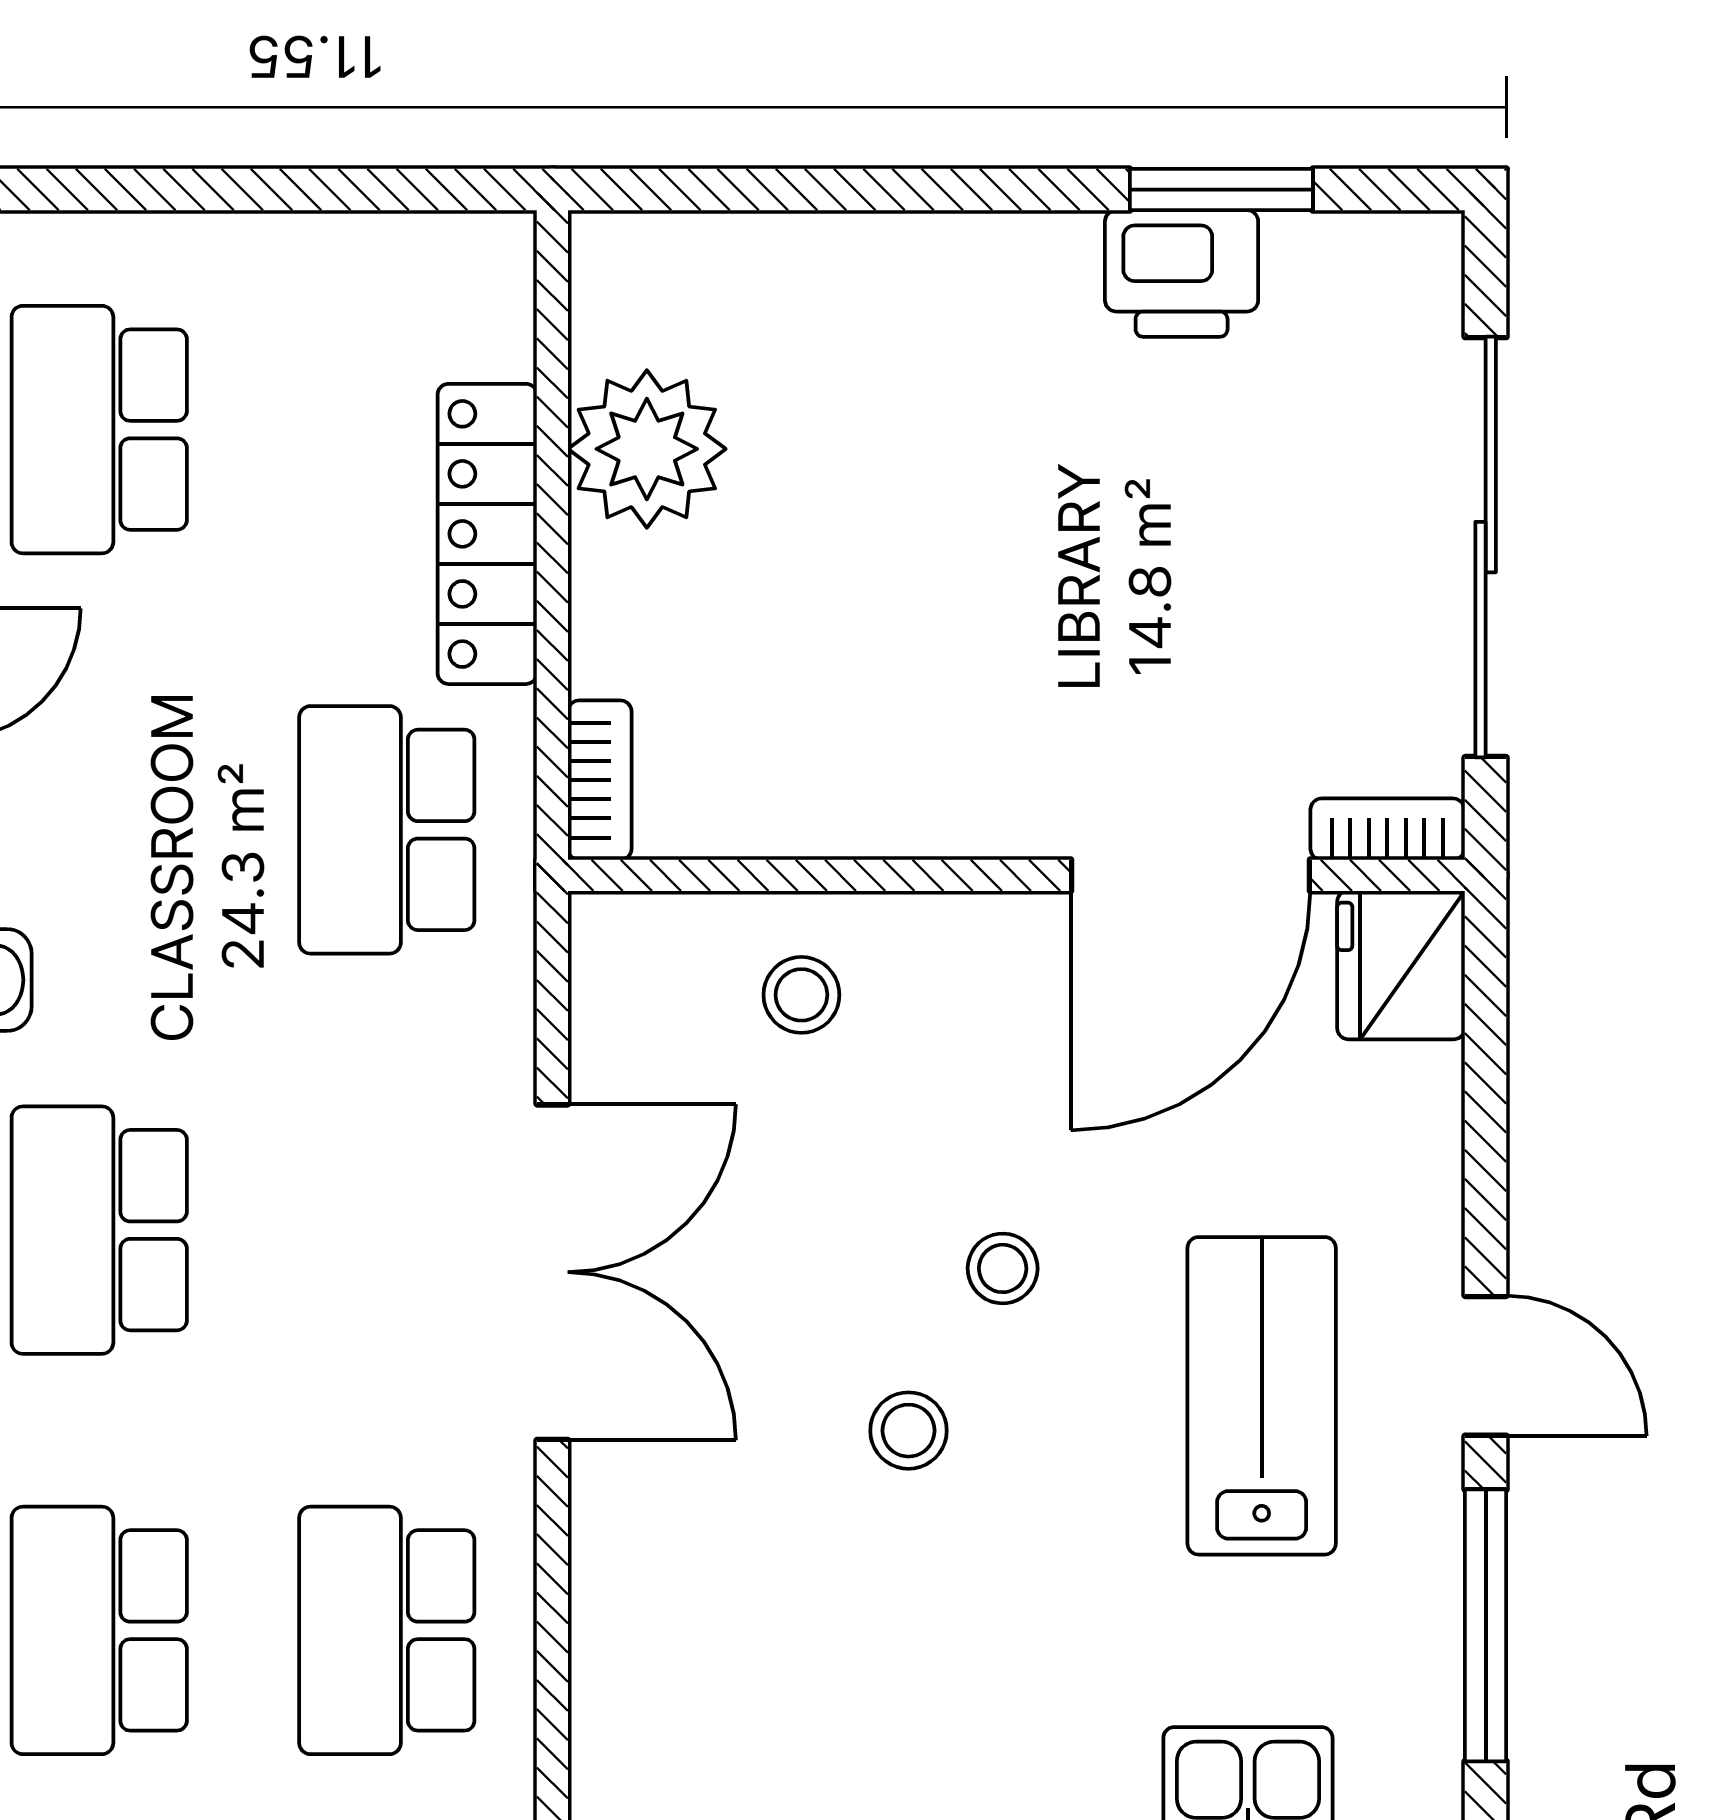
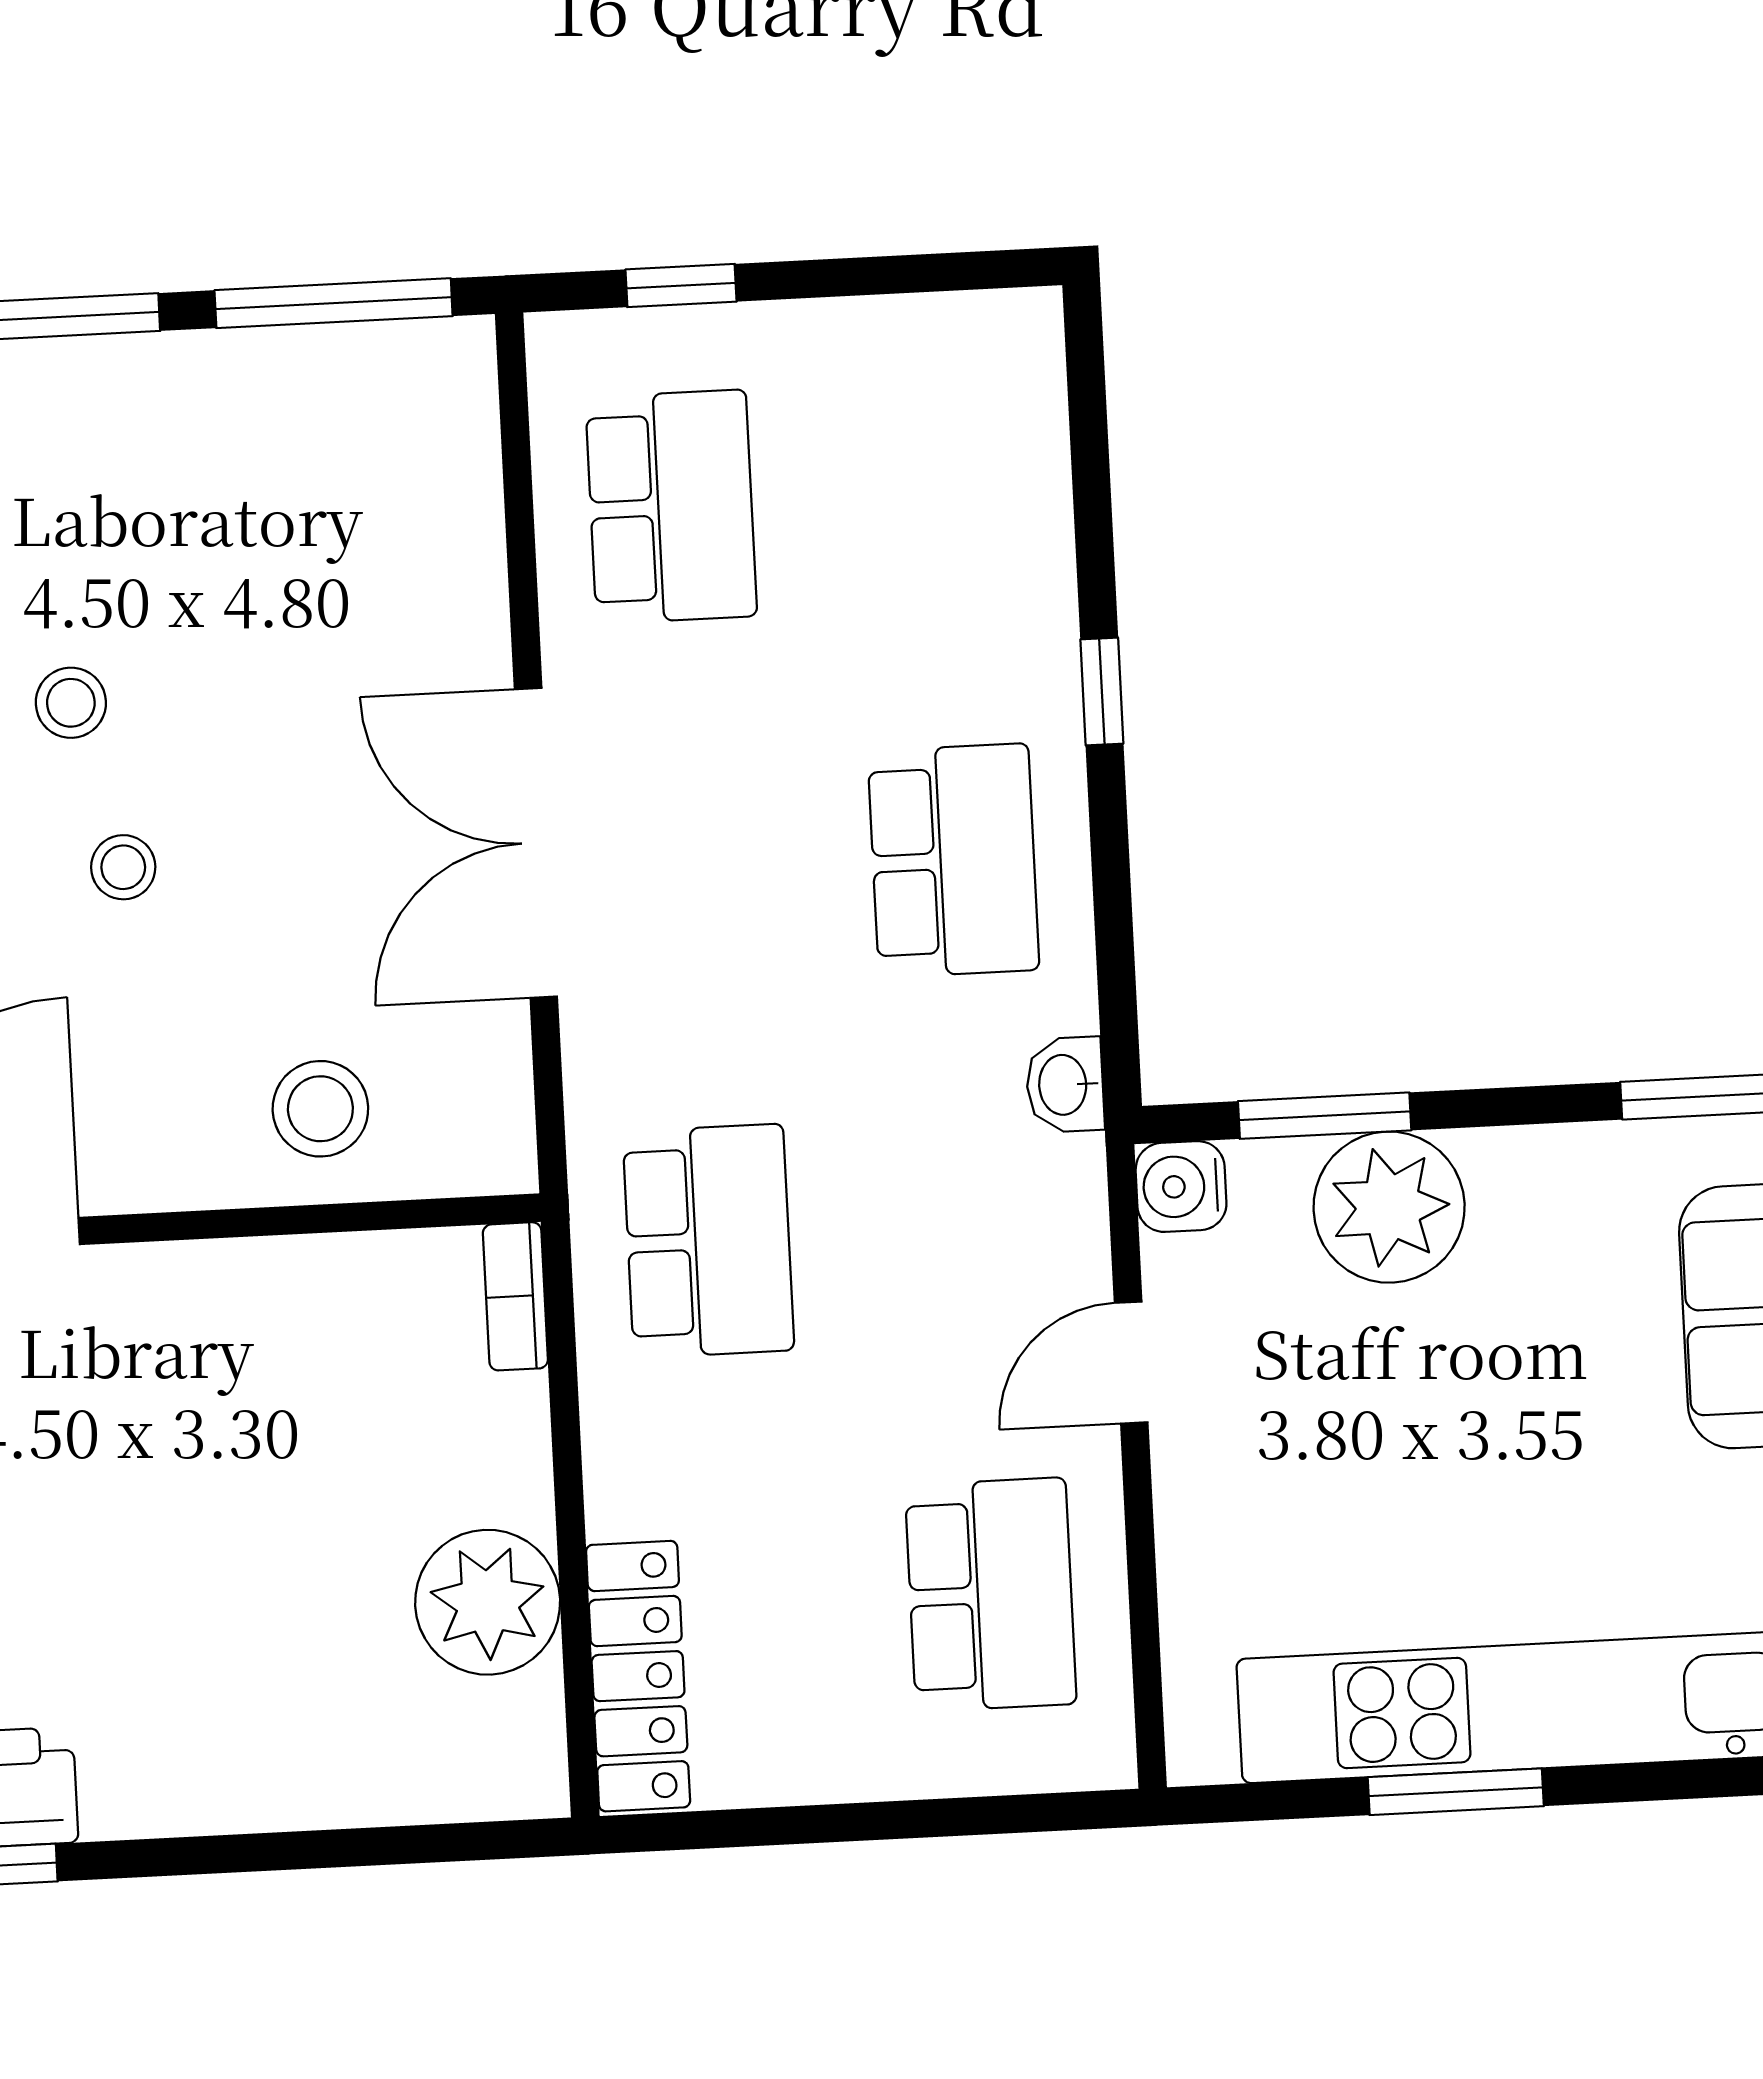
locker: (487, 534) -> (638, 1676), moved
stool: (801, 995) -> (320, 1109), width x1.37, depth x1.37
stool: (908, 1431) -> (71, 703), moved
school desk: (99, 1630) -> (935, 493), removed

